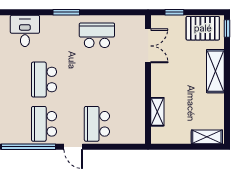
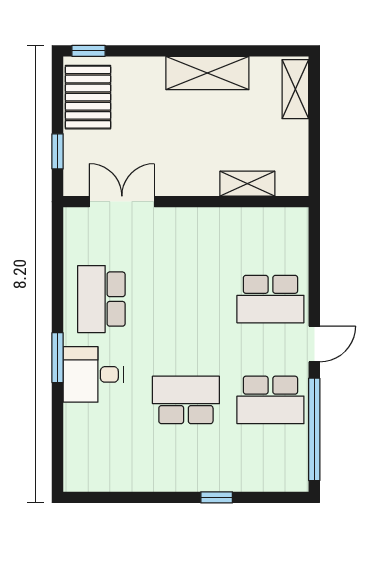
desk: (25, 31) -> (93, 374), moved
shelving: (215, 71) -> (207, 73), moved
school desk: (44, 80) -> (186, 400), turned 180

